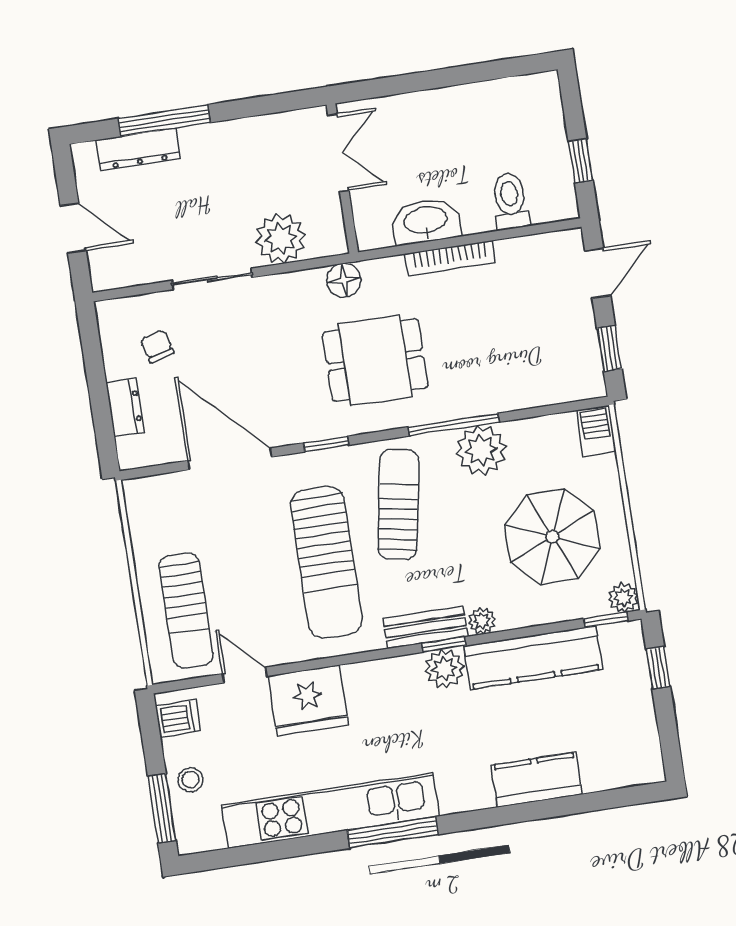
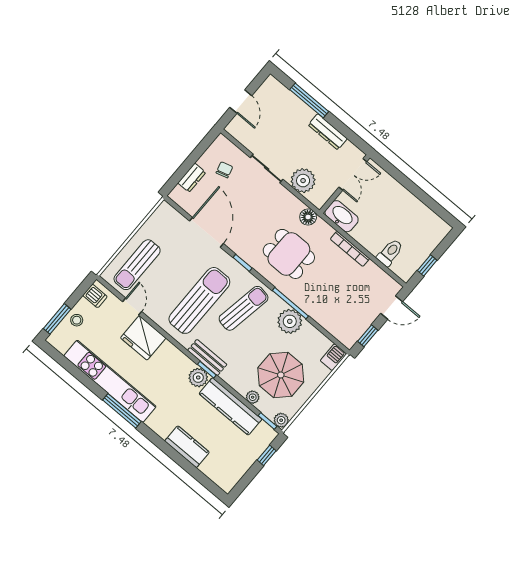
dresser: (138, 149) -> (328, 132), moved
washbasin: (426, 221) -> (342, 216), moved
sun lounger: (326, 562) -> (199, 300), turned 180
plant: (482, 621) -> (253, 397), moved

